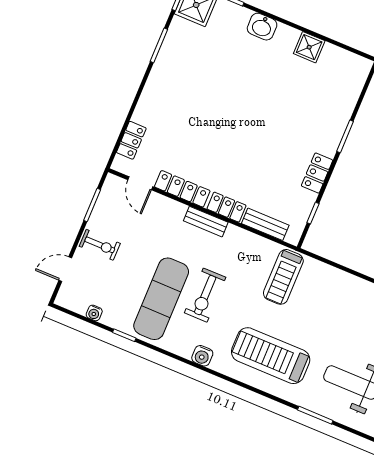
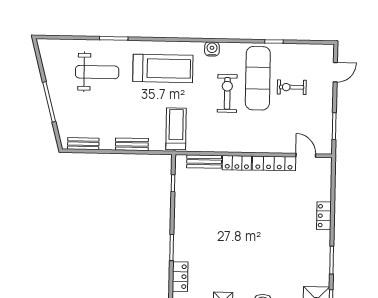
locker: (131, 140) -> (324, 216), moved
locker: (317, 173) -> (180, 277), moved
bench: (206, 222) -> (132, 144), moved
exercise bike: (100, 245) -> (292, 87), moved
water cooler: (94, 313) -> (302, 49), removed

